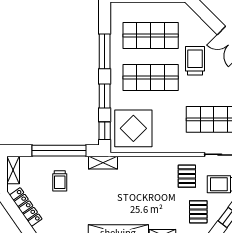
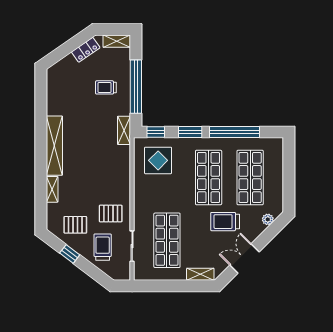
plant: (193, 18) -> (268, 219), added
window: (105, 51) -> (234, 132), width x1.46
trolley: (195, 61) -> (225, 222), turned 180
display table: (133, 128) -> (158, 160), width x0.73, depth x0.73
locker: (26, 207) -> (86, 50), width x0.66

